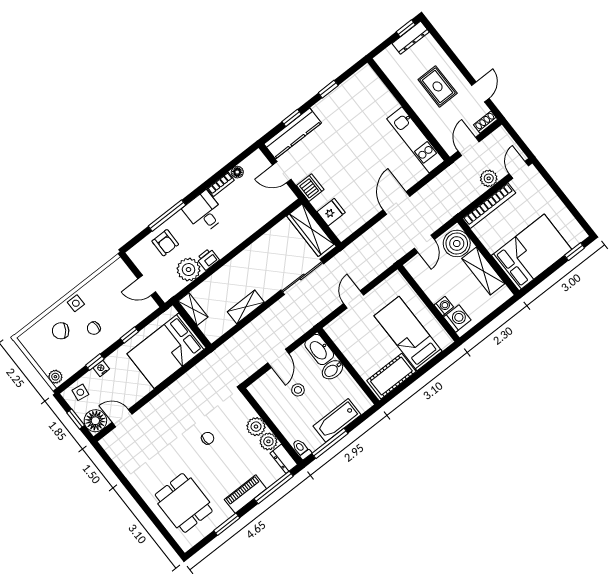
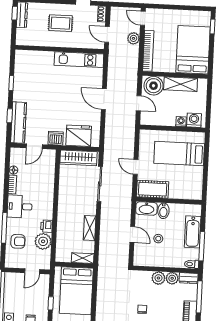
fridge: (331, 212) -> (79, 136), width x1.88, depth x1.34
shelving: (193, 309) -> (83, 258), moved
cot: (391, 376) -> (153, 189), moved, turned 90

